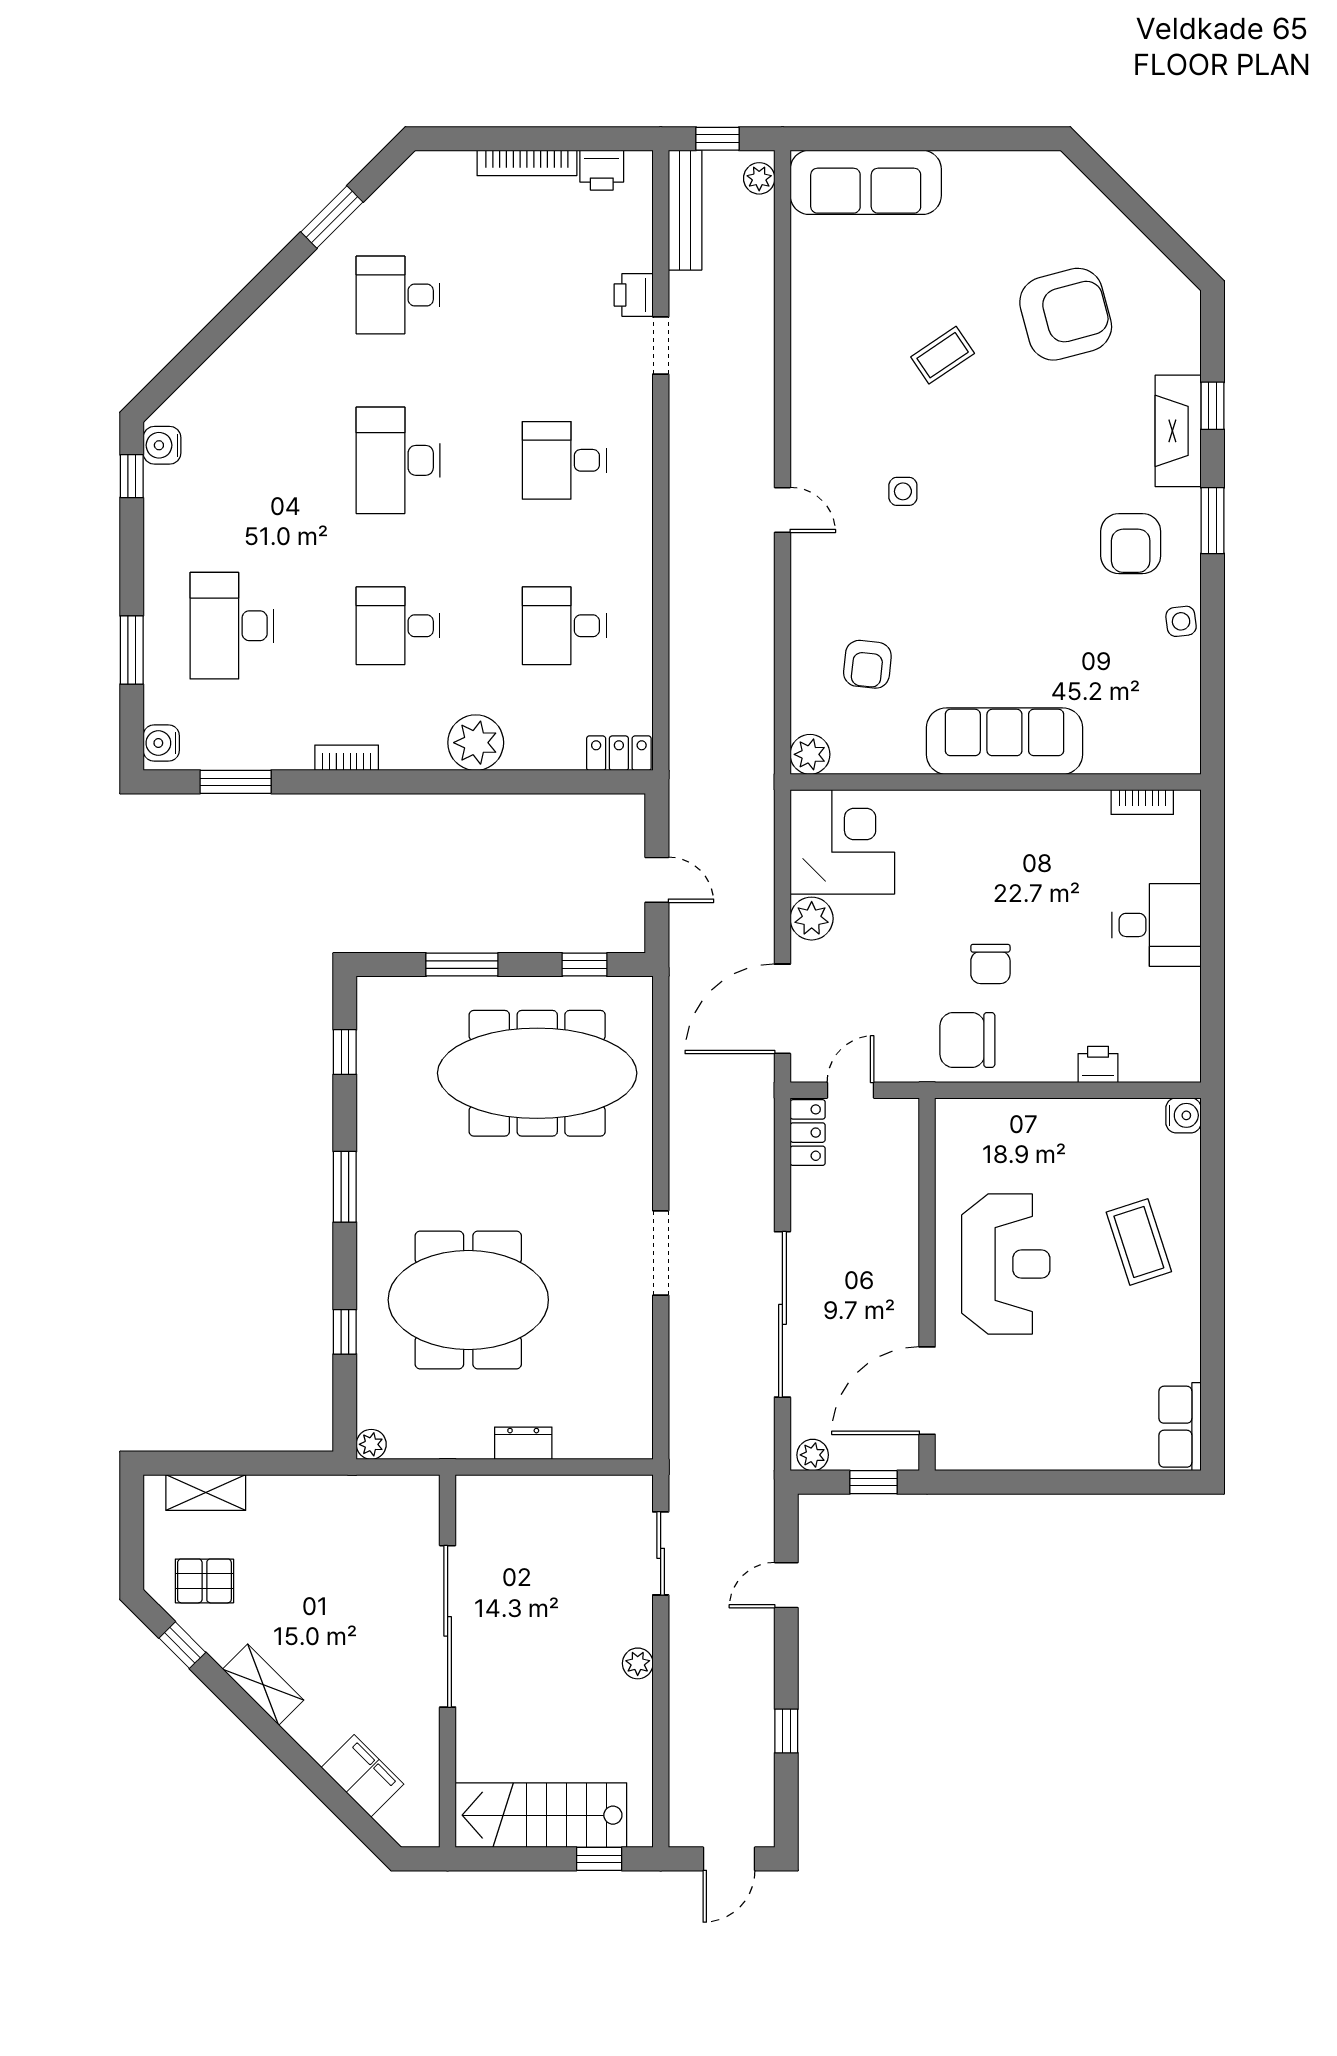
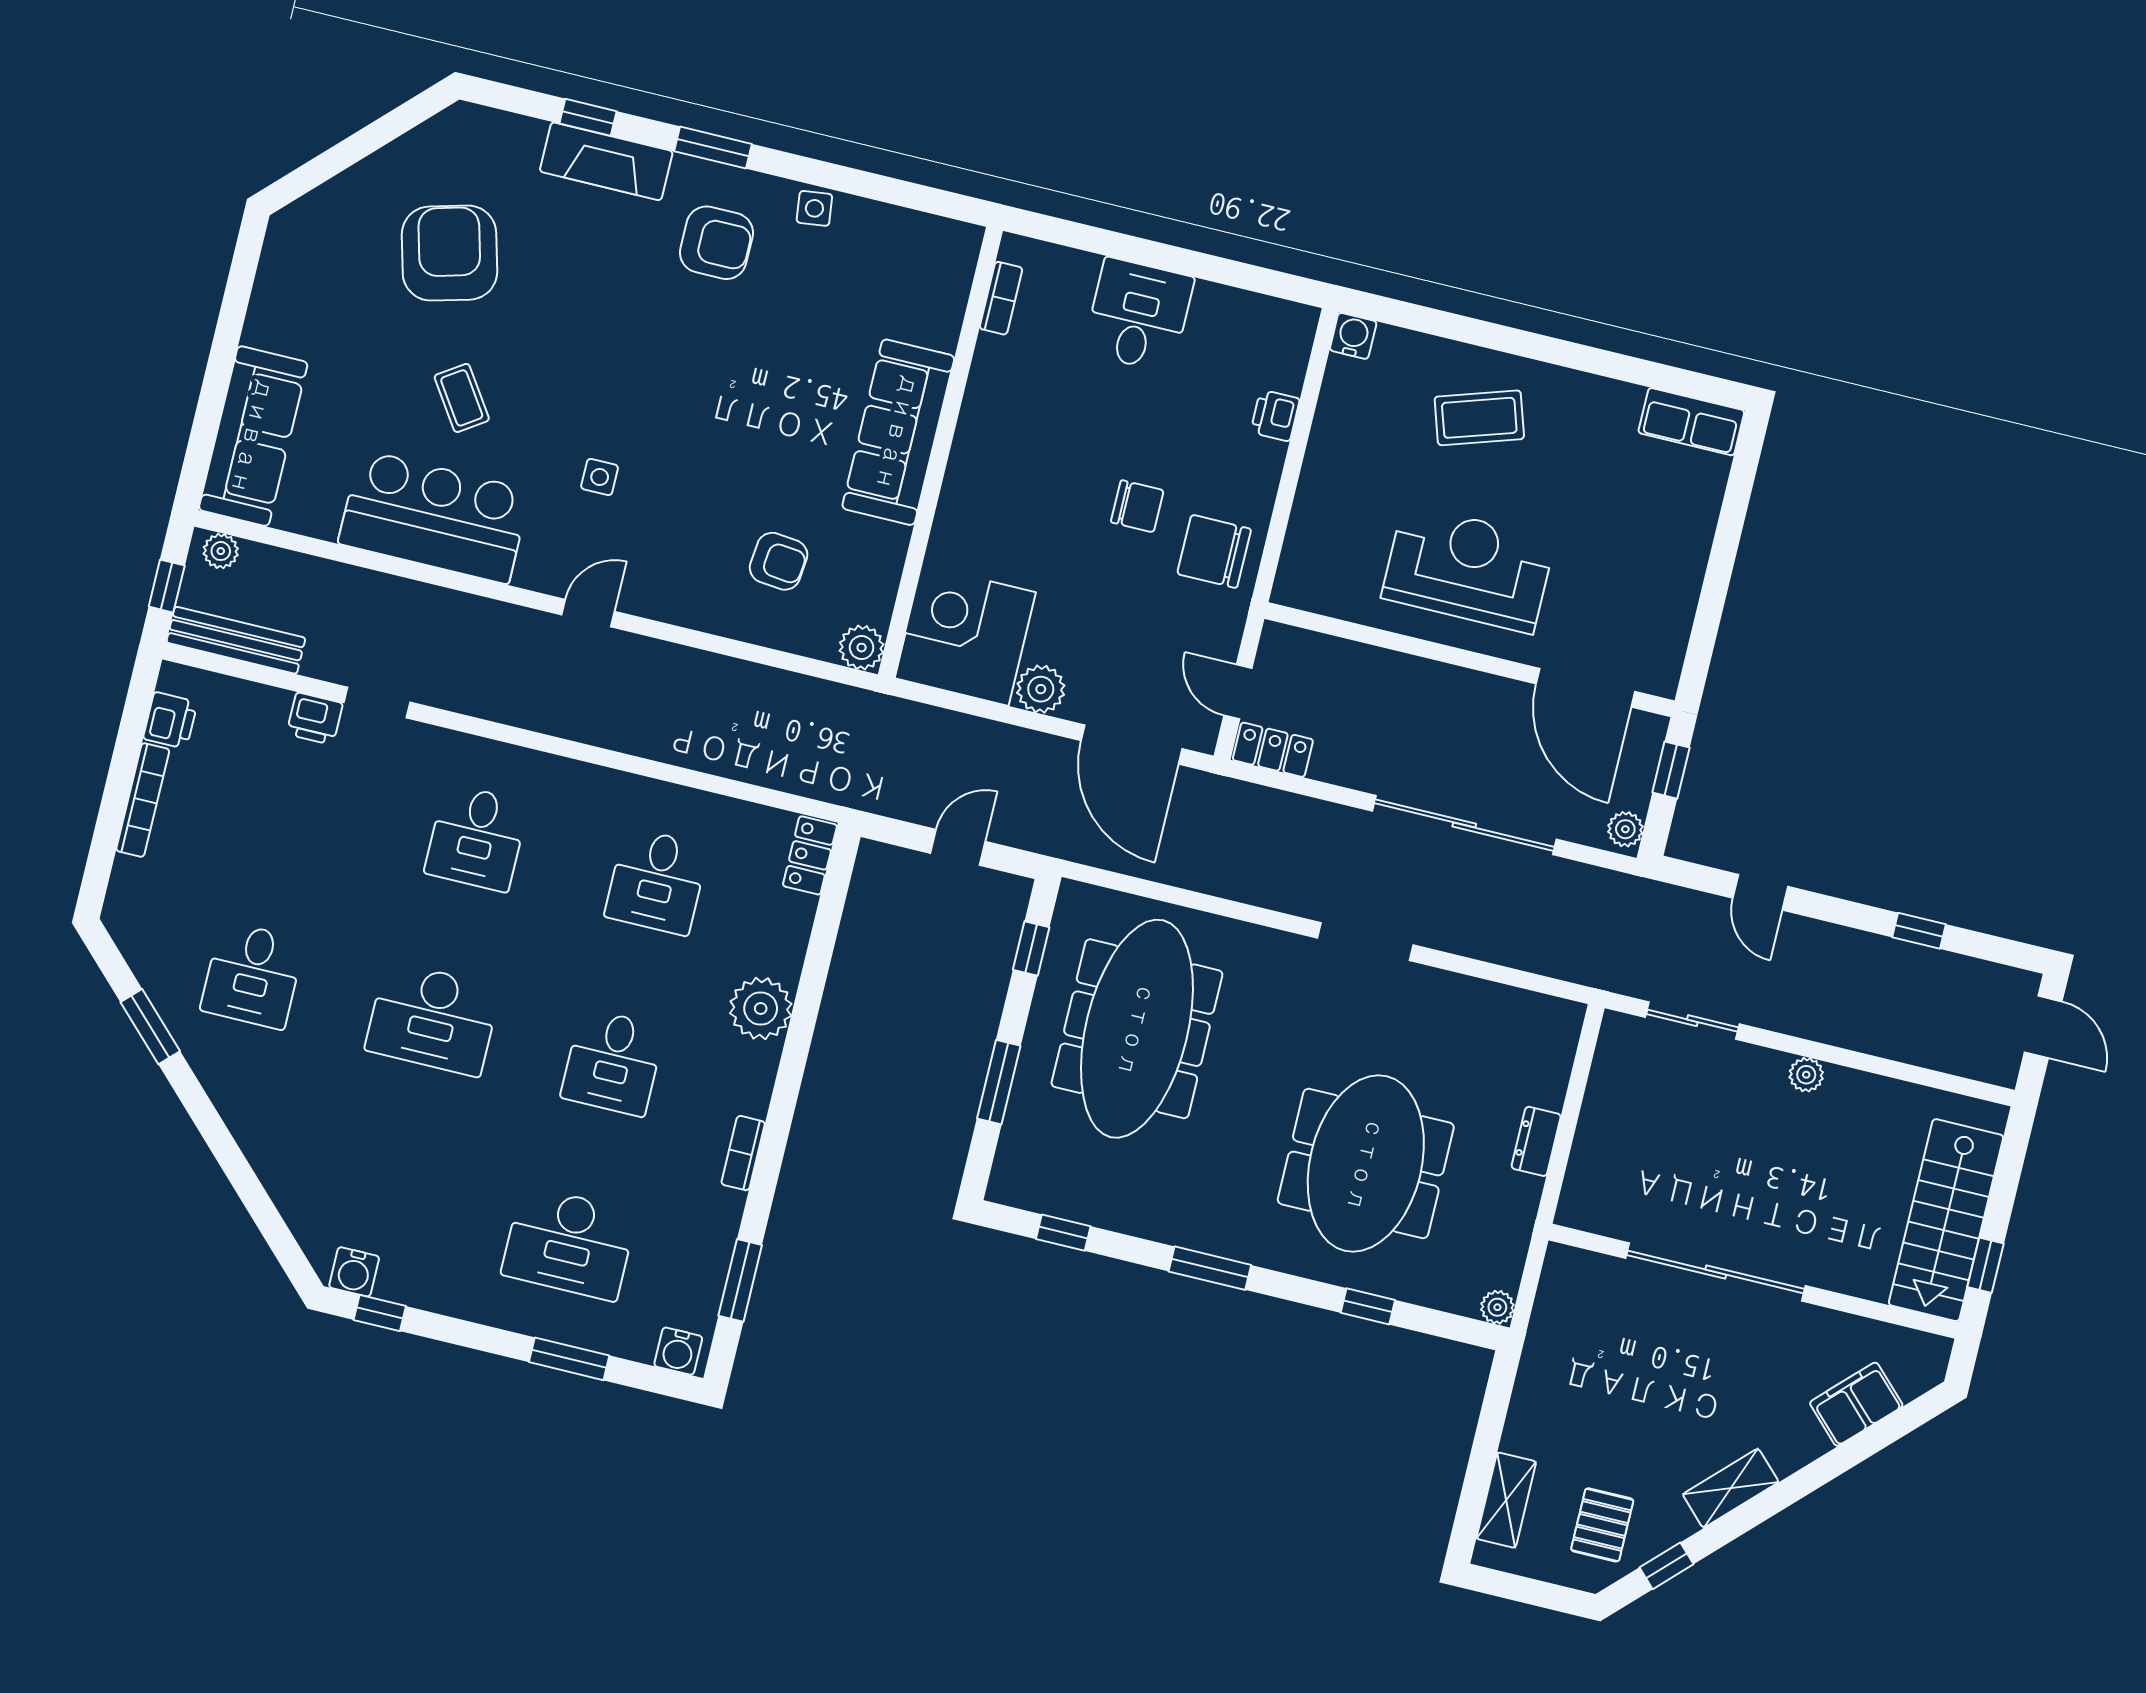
bar counter: (834, 356) -> (434, 517), added
chair: (967, 1040) -> (1214, 551), turned 90
window: (599, 1859) -> (1986, 1265), moved

